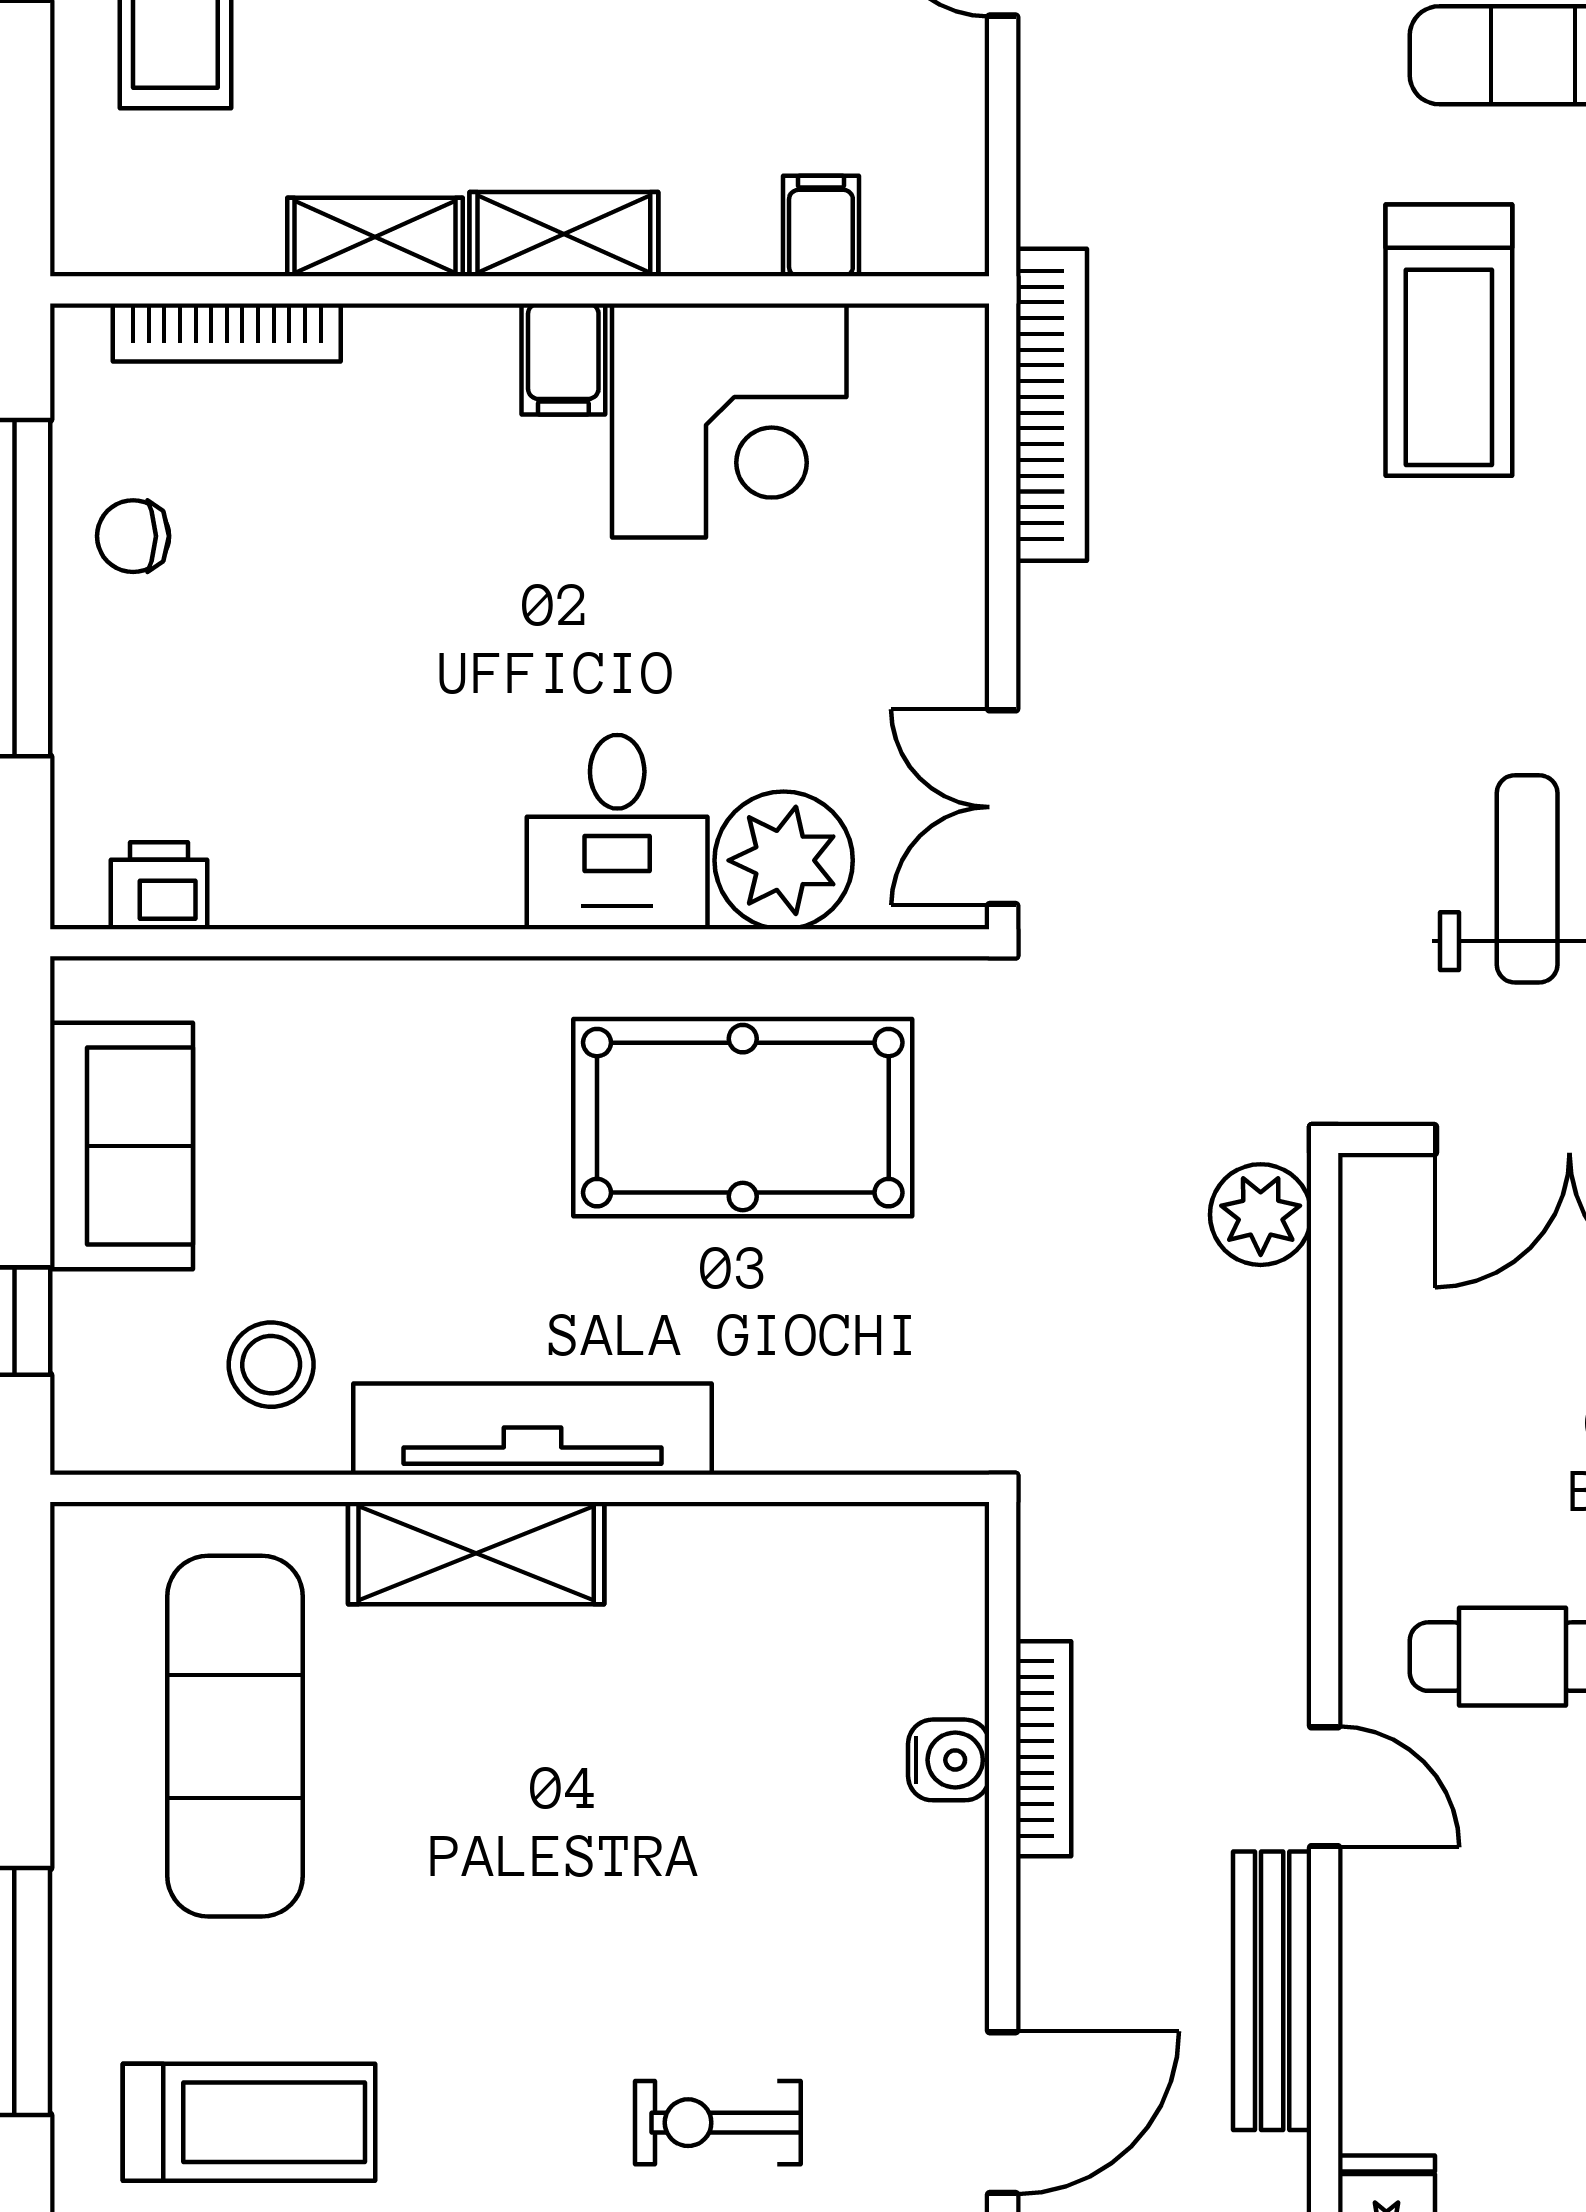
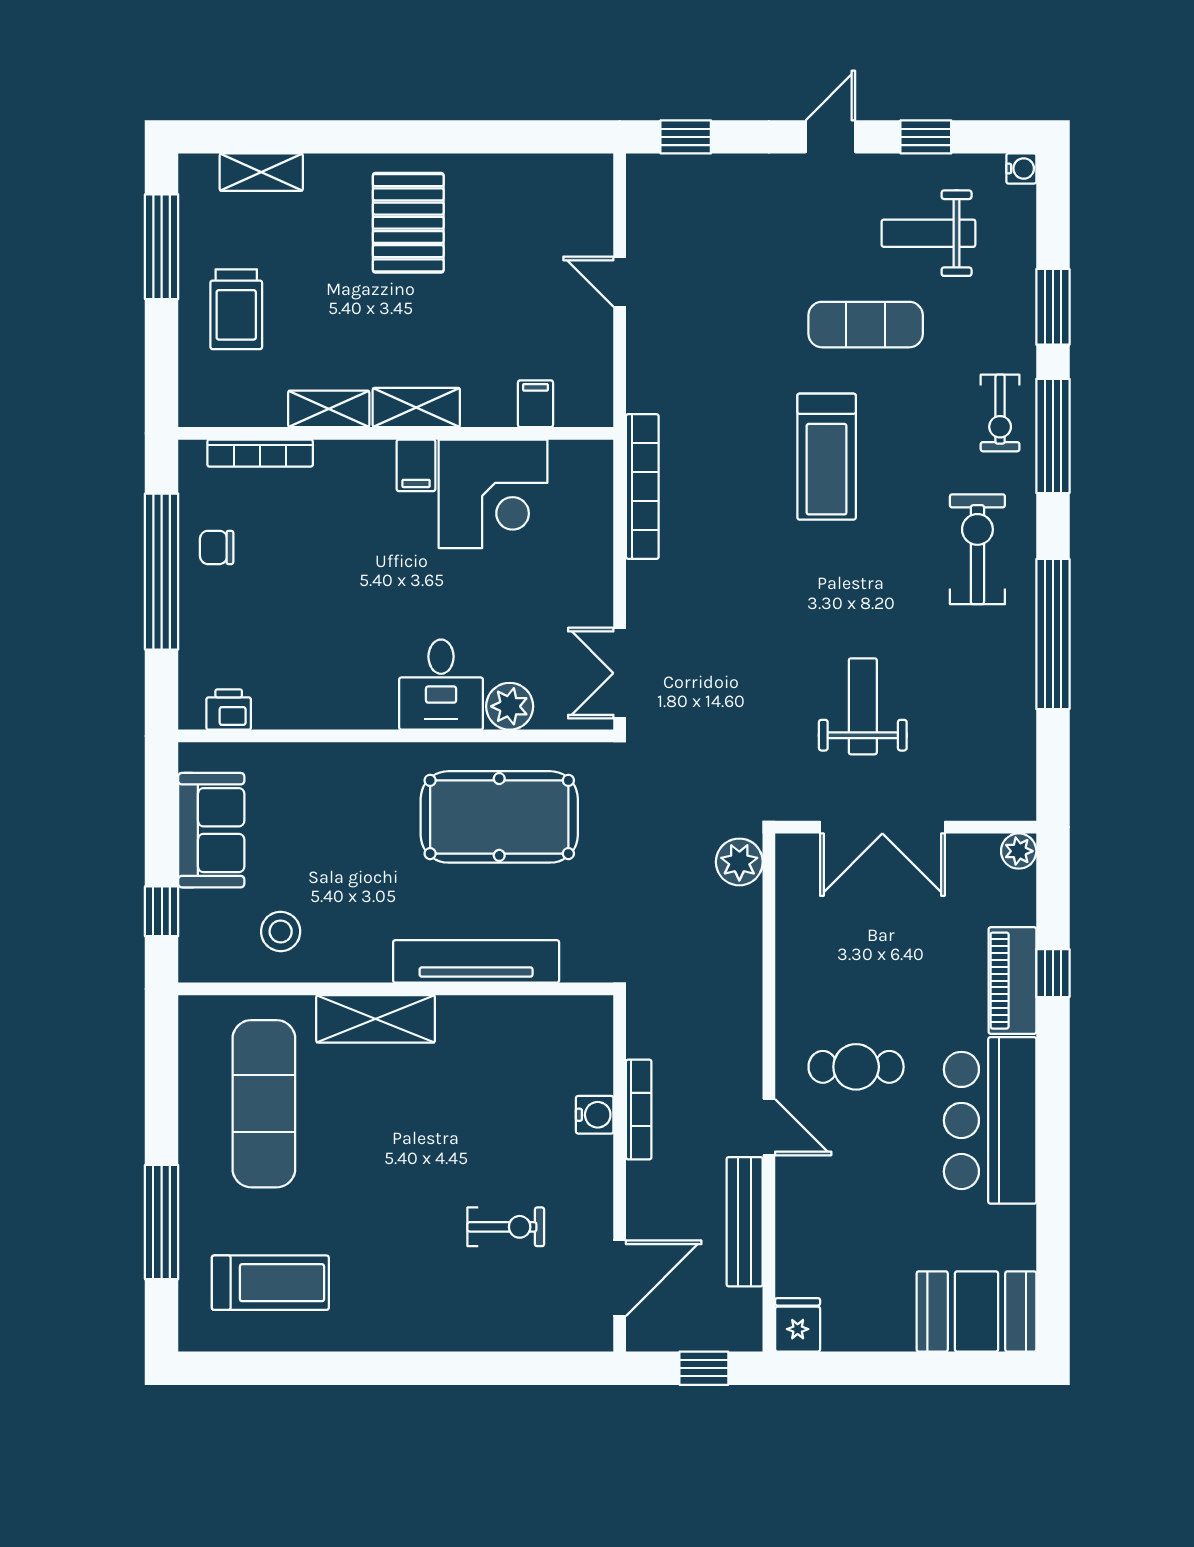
plant: (784, 860) -> (510, 706), width x0.73, depth x0.73
tv unit: (532, 1429) -> (476, 961), moved
exercise bike: (718, 2123) -> (506, 1227), moved, turned 180

